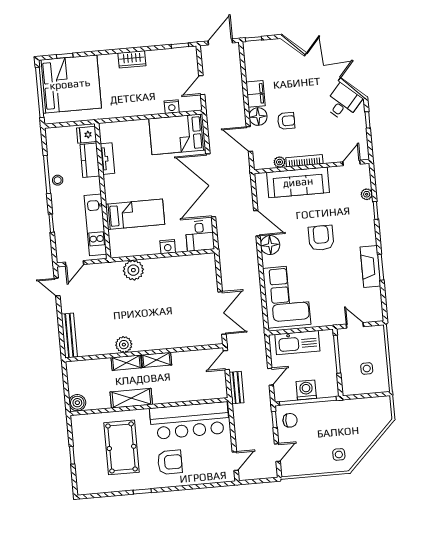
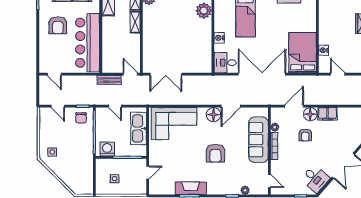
armchair: (321, 238) -> (215, 153), turned 90
washing machine: (306, 390) -> (107, 149), moved, turned -90

